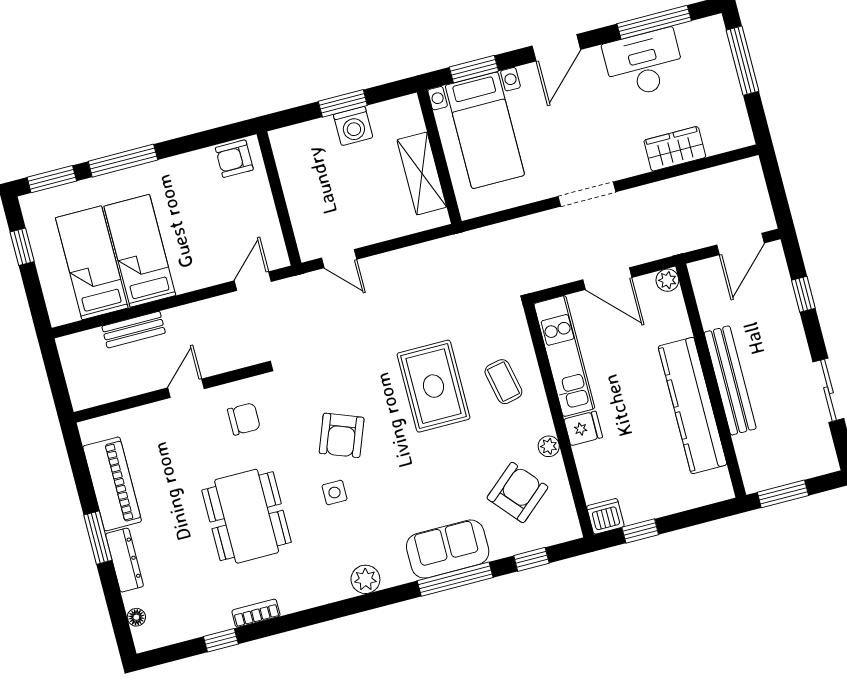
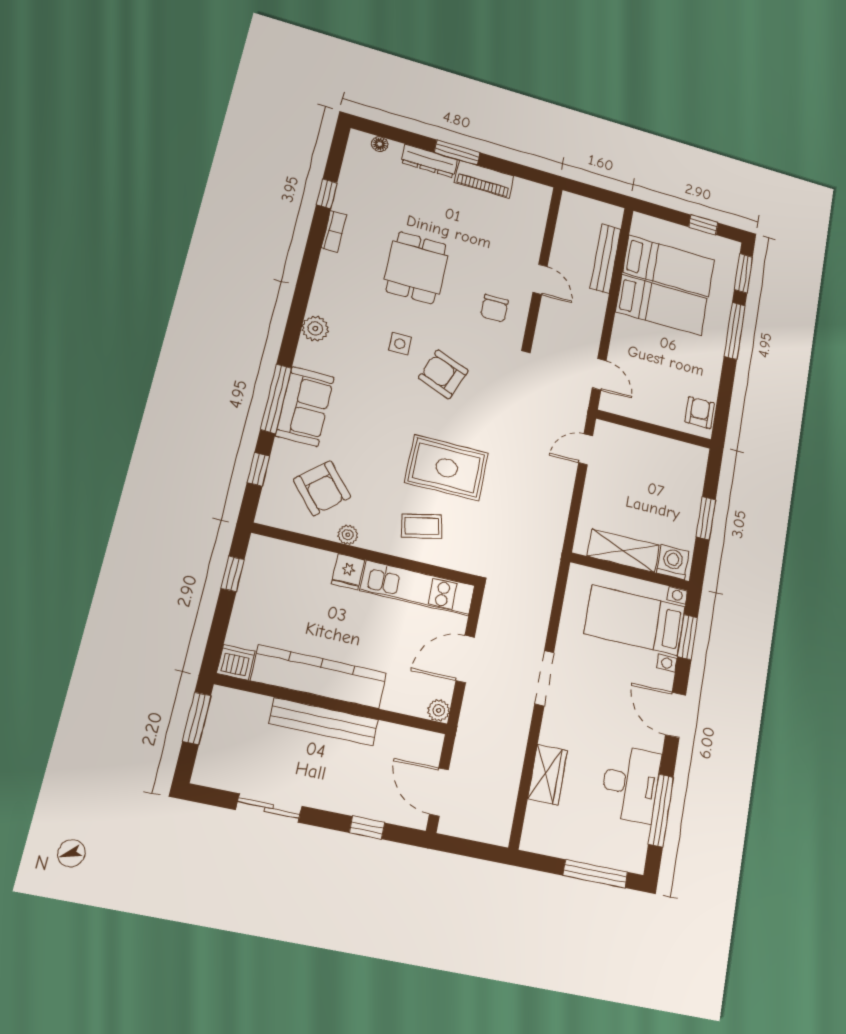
washing machine: (353, 126) -> (673, 562), moved, turned 90
bench: (134, 330) -> (606, 259), width x1.36
piano: (112, 484) -> (484, 179), width x0.73, depth x0.75
dining table: (247, 516) -> (416, 268), width x0.73
dishwasher: (605, 516) -> (236, 662), moved, turned -90

